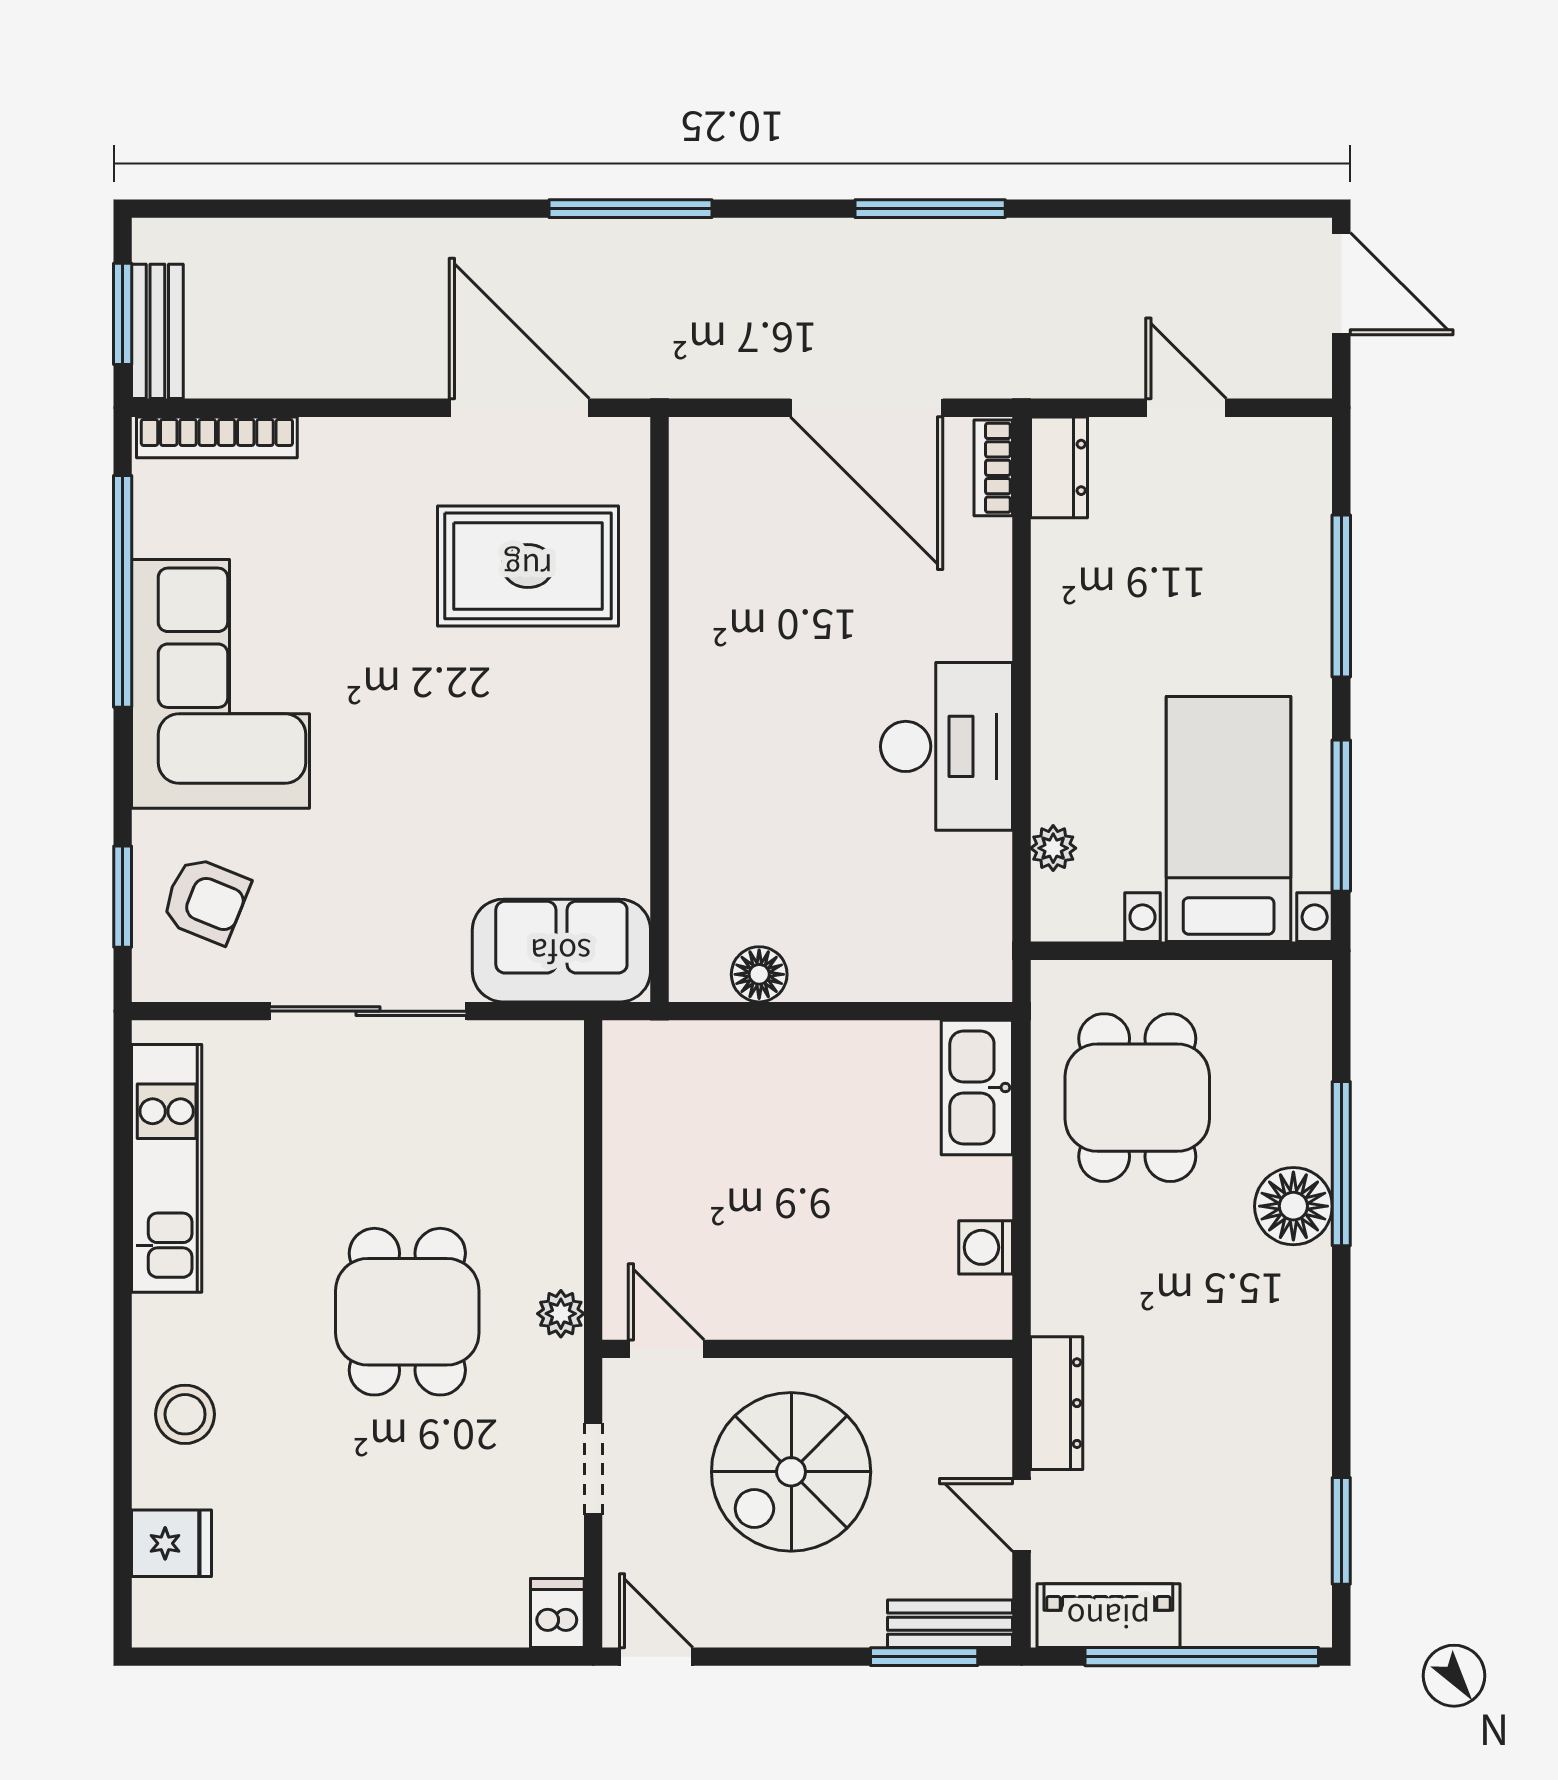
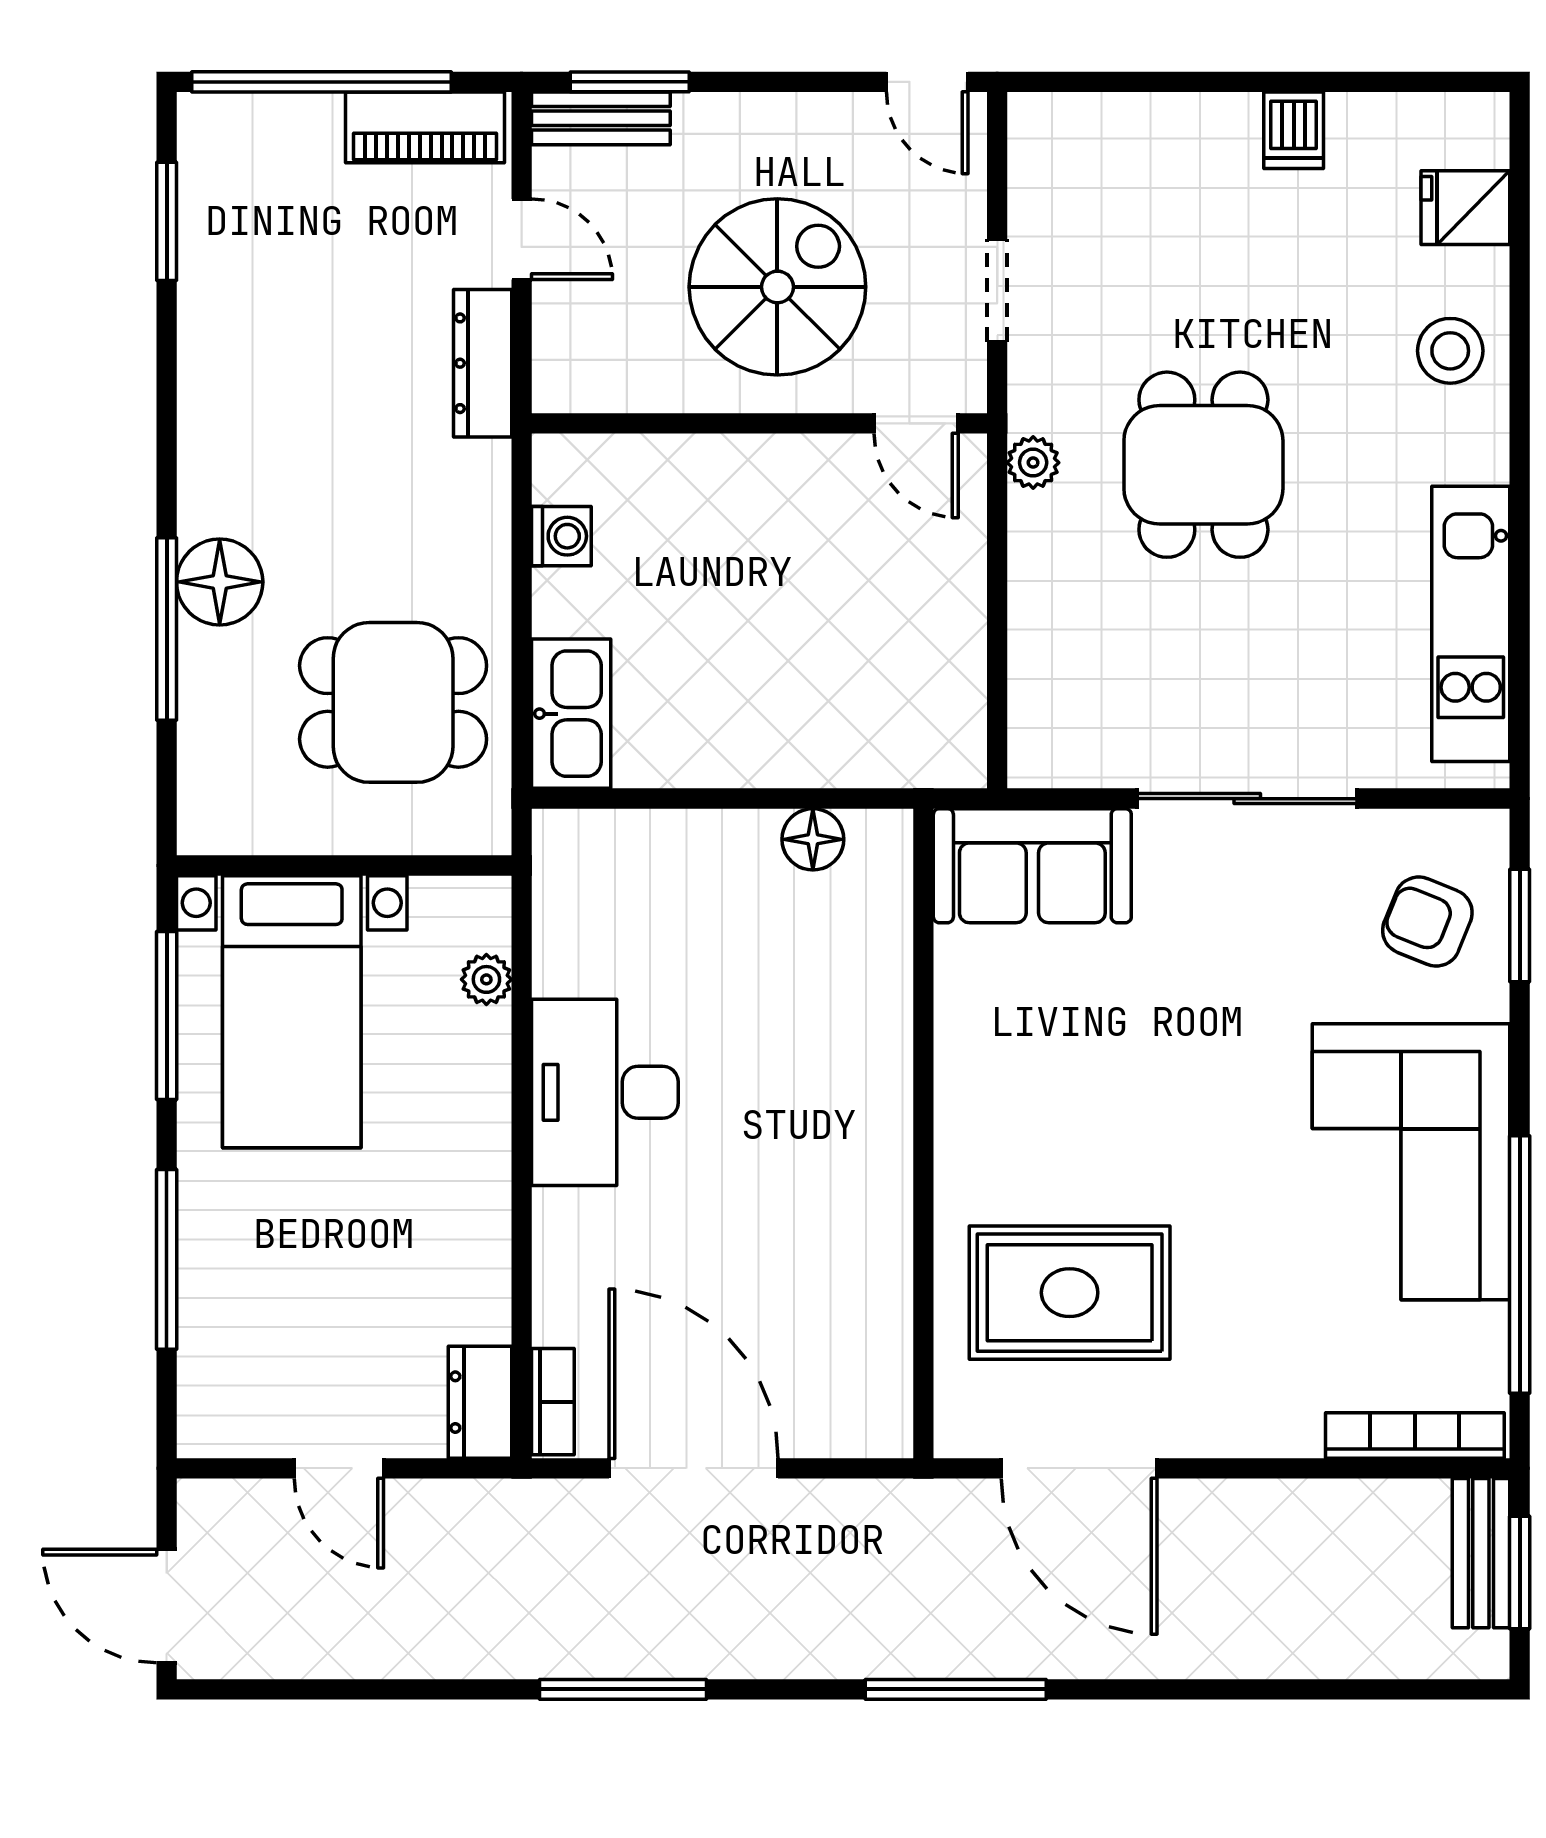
dining table: (1137, 1098) -> (393, 702), turned 90
dishwasher: (557, 1613) -> (1294, 130), moved

